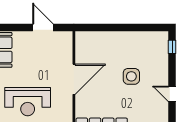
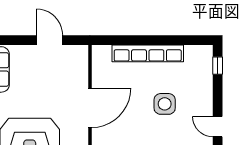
row of seats: (118, 38) -> (148, 53), added

